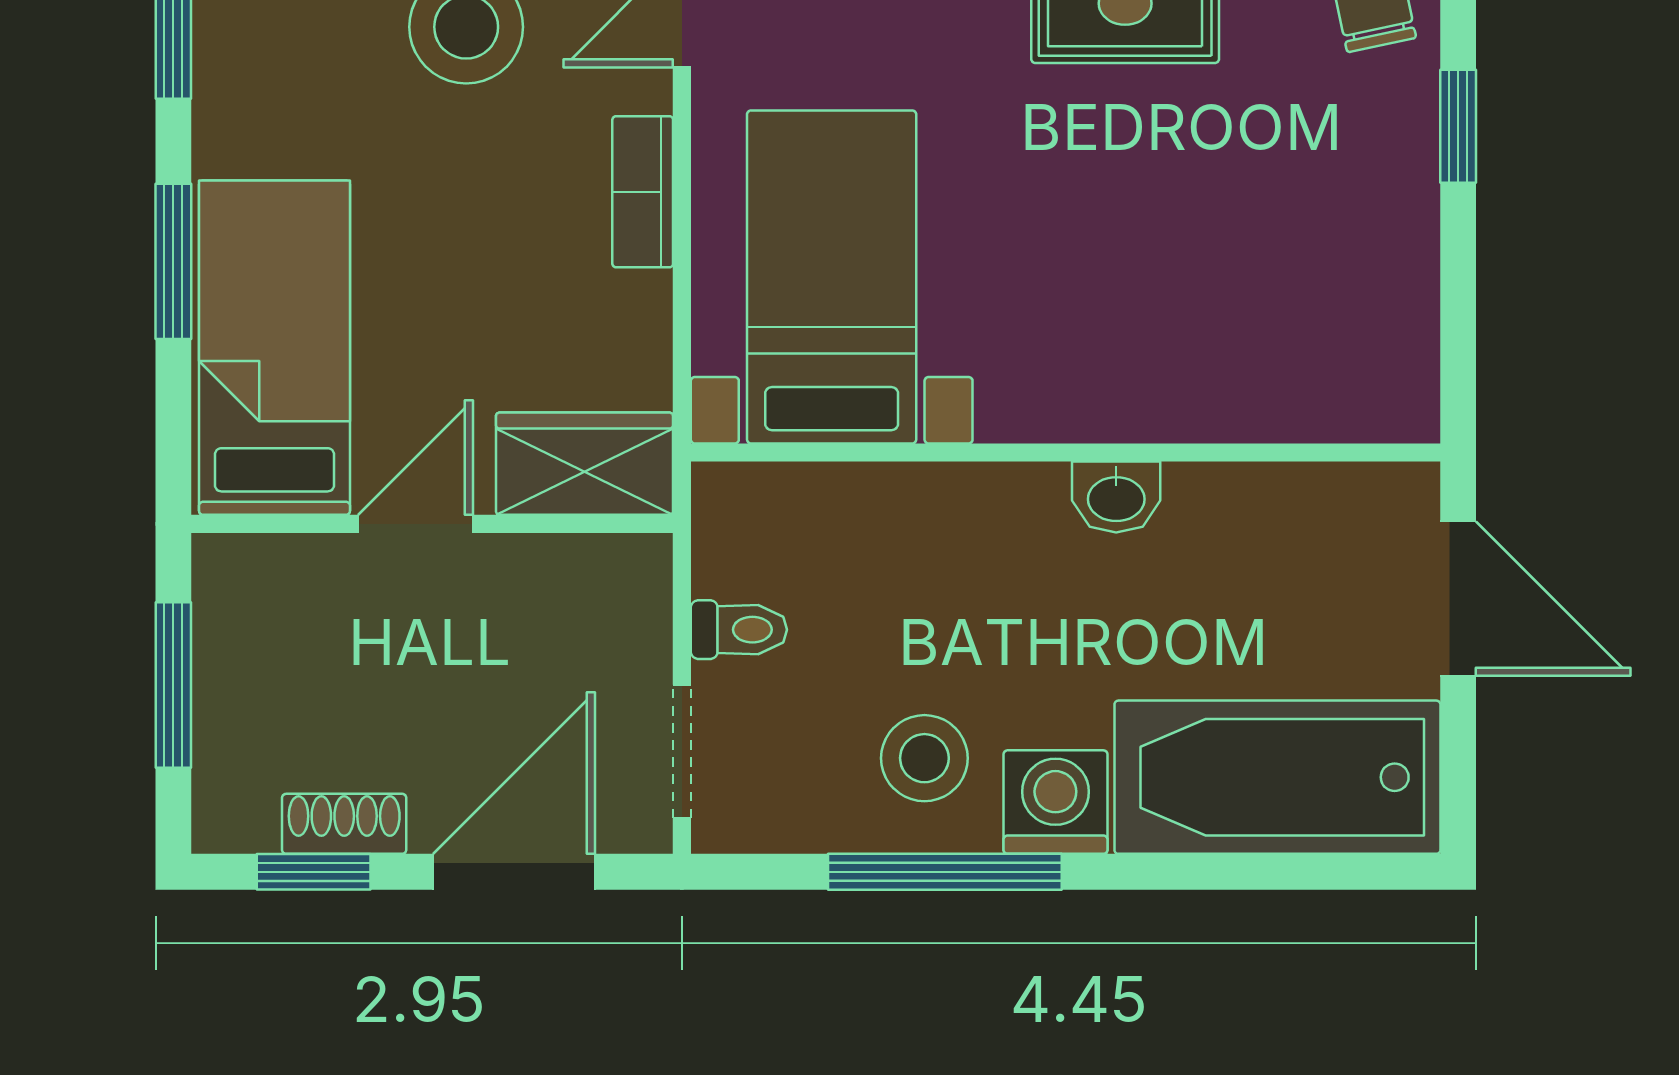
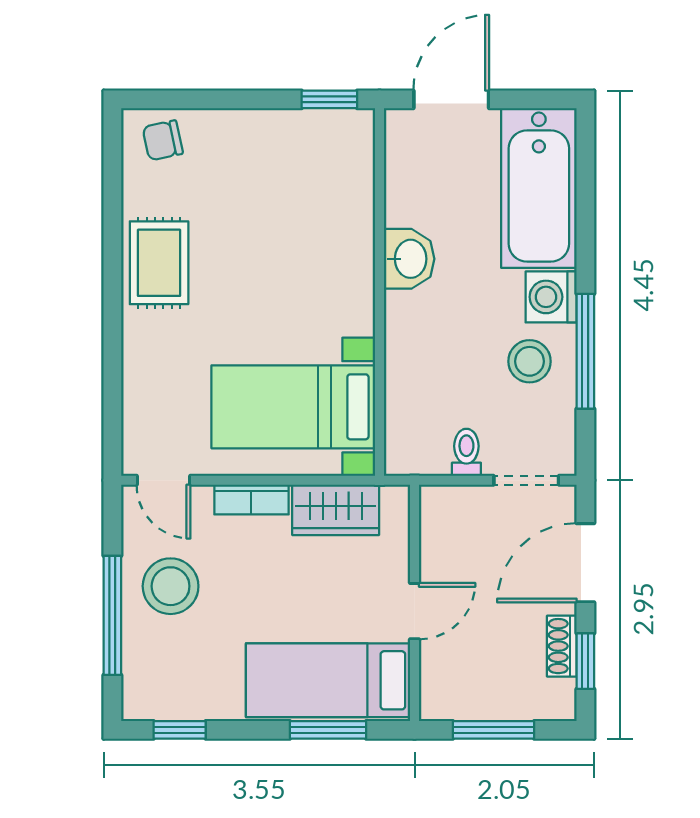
window: (1458, 126) -> (329, 99), moved
window: (173, 261) -> (328, 730), moved
wardrobe: (584, 464) -> (336, 510), moved, turned -90
washbasin: (1116, 497) -> (409, 259), width x1.38, depth x1.45
door: (415, 524) -> (415, 611), swing flipped
door: (514, 872) -> (585, 563), hinge flipped

